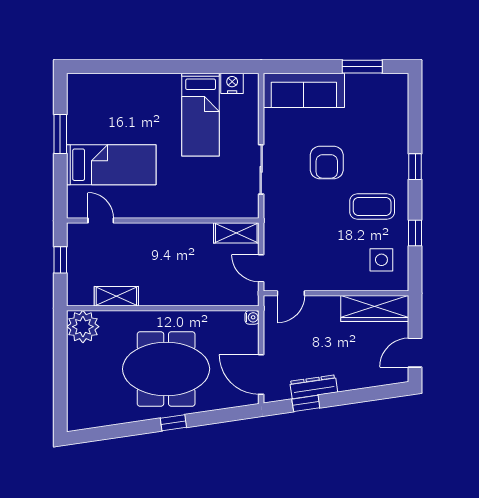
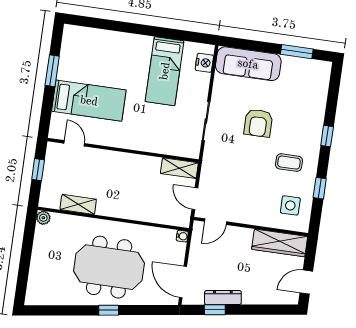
nightstand: (232, 83) -> (204, 63), moved, turned 90
coffee table: (372, 207) -> (289, 163), width x0.73, depth x0.77
plant: (83, 327) -> (43, 218), width x0.53, depth x0.53

